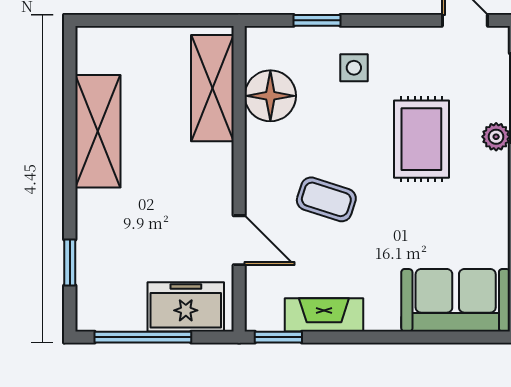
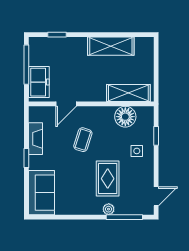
rug: (421, 139) -> (108, 179), turned 90
window: (278, 337) -> (26, 158), moved

